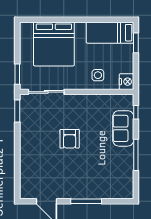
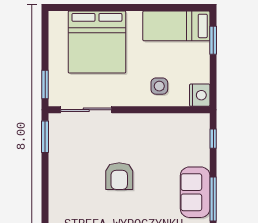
sofa: (123, 128) -> (195, 192), moved

